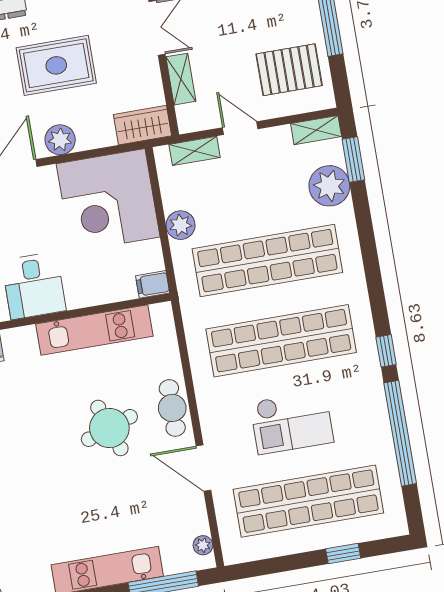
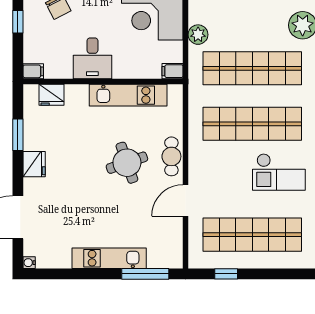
checkout: (292, 422) -> (279, 172), moved
door: (204, 468) -> (186, 200), hinge flipped
plant: (203, 545) -> (176, 252), removed
window: (343, 554) -> (226, 274), moved

